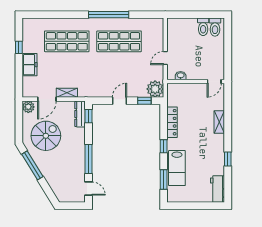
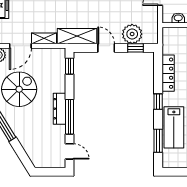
plant: (155, 89) -> (132, 34), moved
shelving: (95, 91) -> (77, 36), added
door: (120, 101) -> (106, 48), hinge flipped
dresser: (80, 114) -> (59, 109), moved

